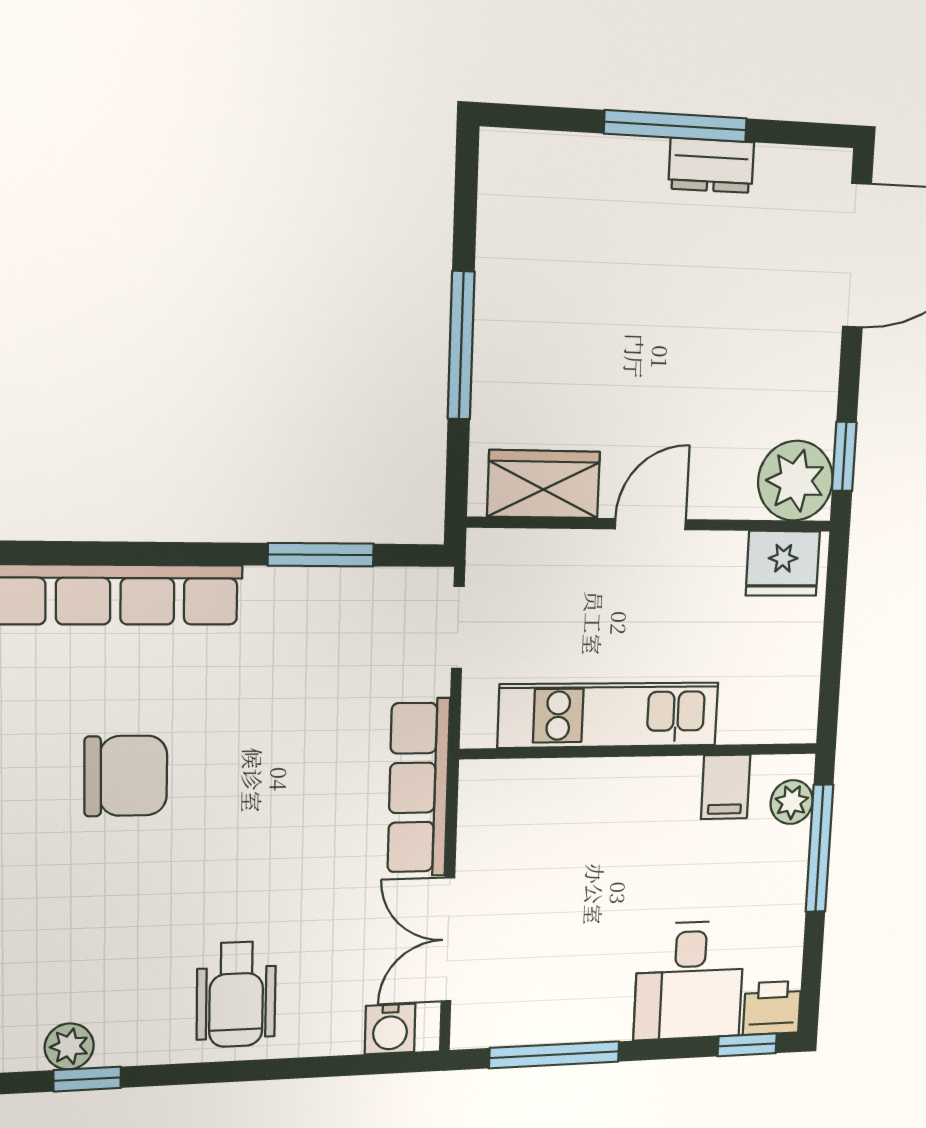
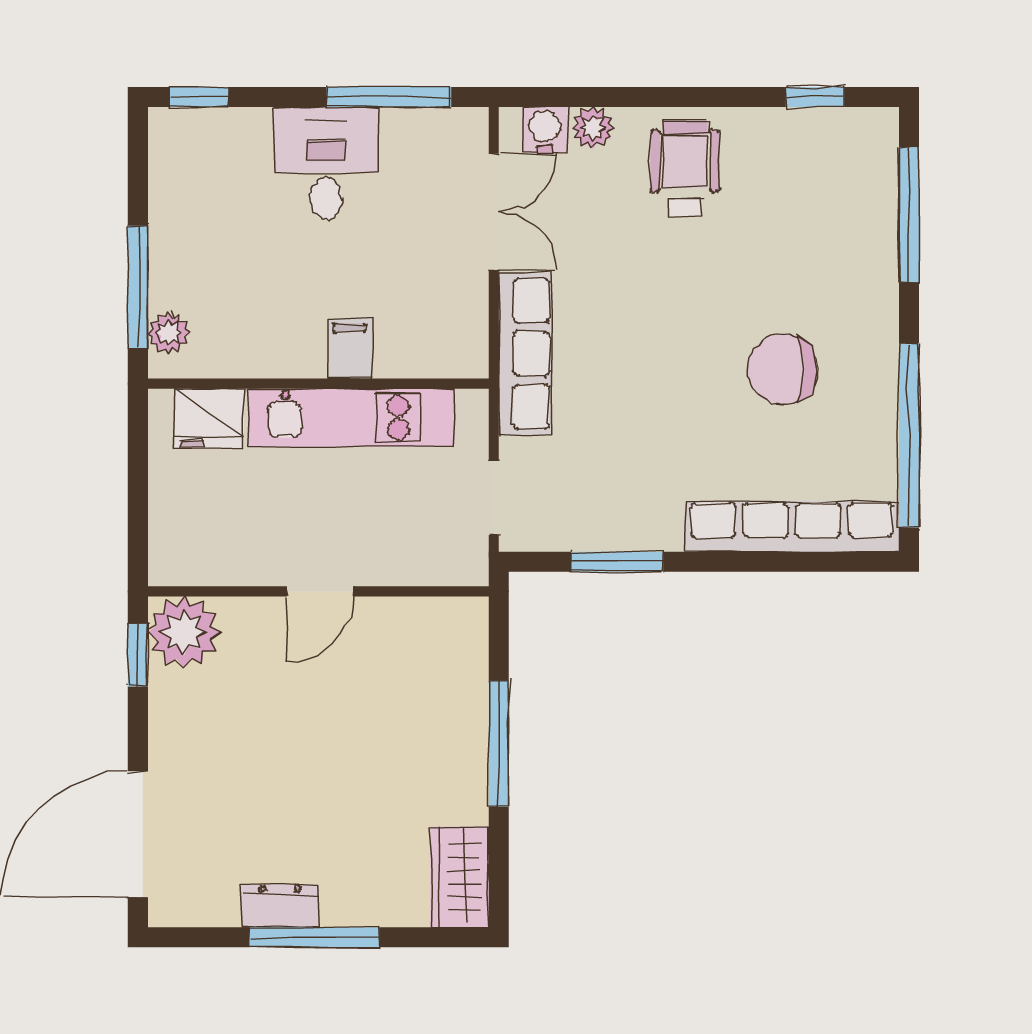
wardrobe: (544, 484) -> (460, 877), moved, turned 90
fridge: (783, 563) -> (209, 418), moved, turned 180
filing cabinet: (726, 787) -> (350, 349), moved
desk: (689, 980) -> (326, 163), moved
printer: (772, 1008) -> (176, 132), removed
plant: (69, 1046) -> (593, 128), moved

